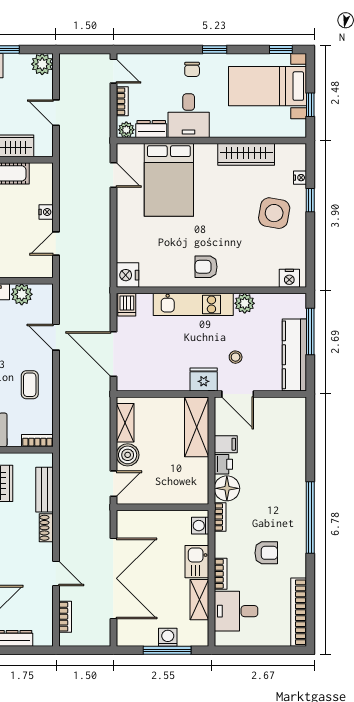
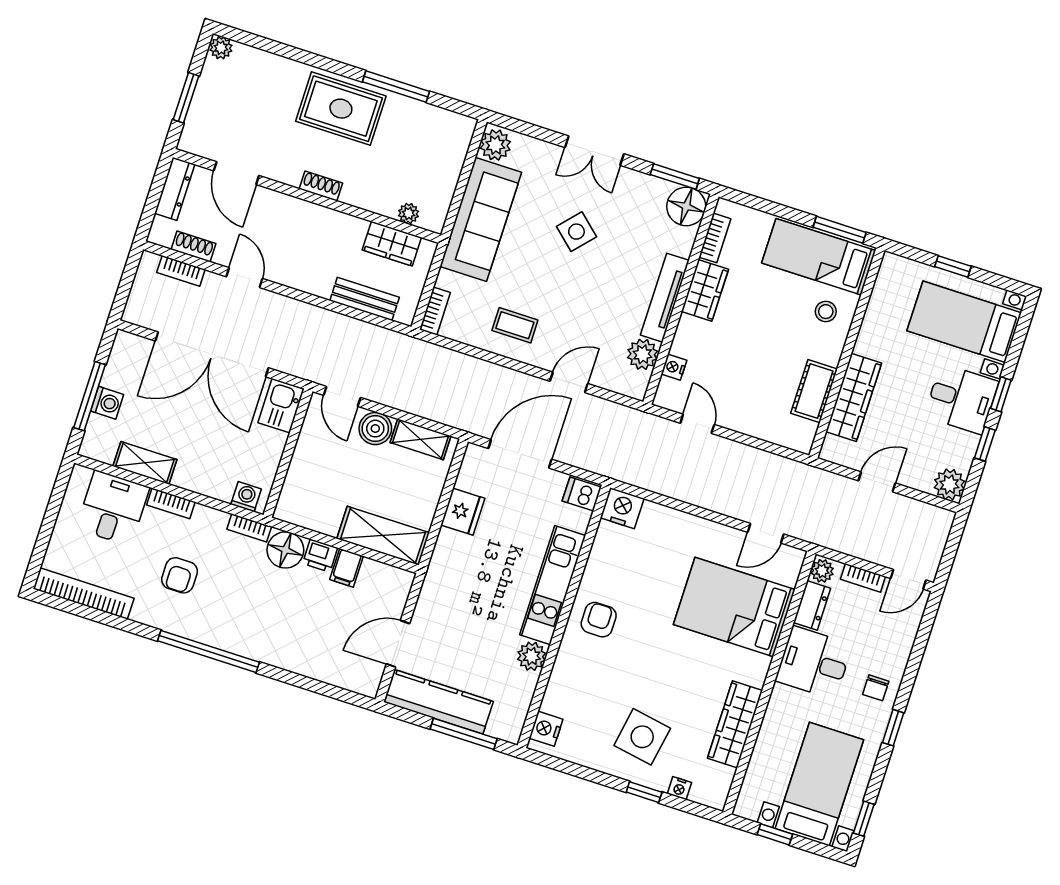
chair: (192, 69) -> (876, 688), turned -90
nightstand: (46, 212) -> (674, 367), moved, turned 90
stool: (236, 357) -> (462, 620), removed
fridge: (204, 379) -> (463, 512), moved
door: (238, 394) -> (398, 644), moved
shoe rack: (46, 528) -> (194, 246), moved
kitchen sink: (197, 562) -> (281, 406), moved, turned -90
door: (56, 573) -> (244, 278), swing flipped

